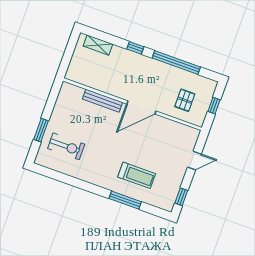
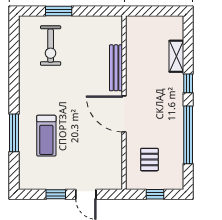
shelving: (98, 45) -> (176, 56), moved
pallet: (185, 100) -> (149, 160), turned 90
window: (181, 197) -> (56, 194), moved

